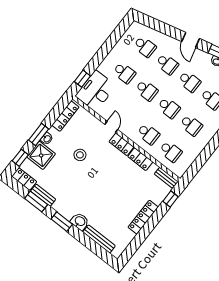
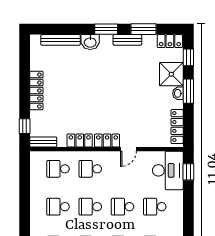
door: (111, 127) -> (128, 149), hinge flipped
stool: (80, 155) -> (137, 102), removed
bench: (43, 195) -> (127, 40), moved

